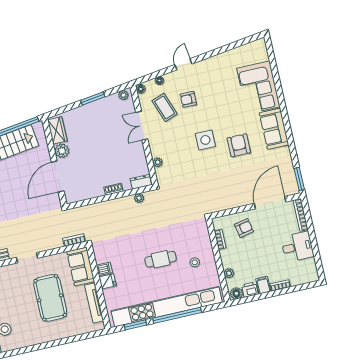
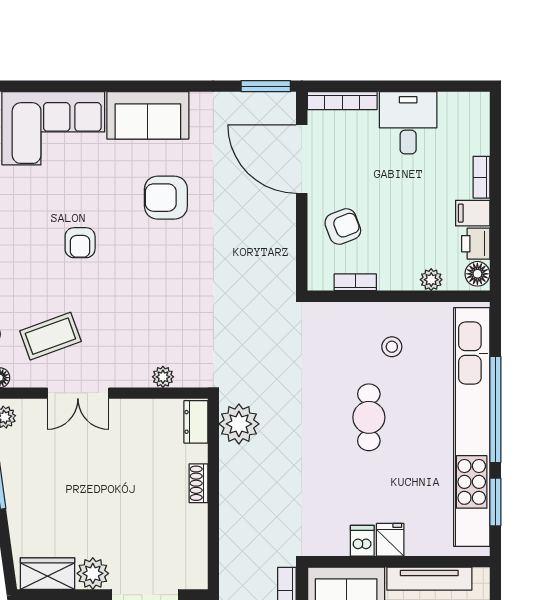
armchair: (188, 99) -> (80, 243), moved
side table: (205, 140) -> (139, 266), removed
plant: (139, 198) -> (239, 424), width x1.87, depth x1.87
armchair: (244, 228) -> (343, 227), turned 81

